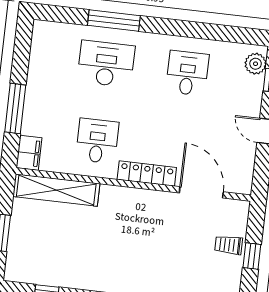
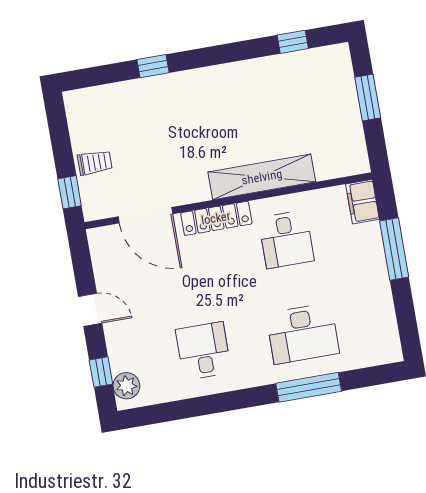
desk: (187, 73) -> (203, 351), turned 180
shelving: (56, 190) -> (262, 177), moved
window: (252, 256) -> (70, 192), moved

